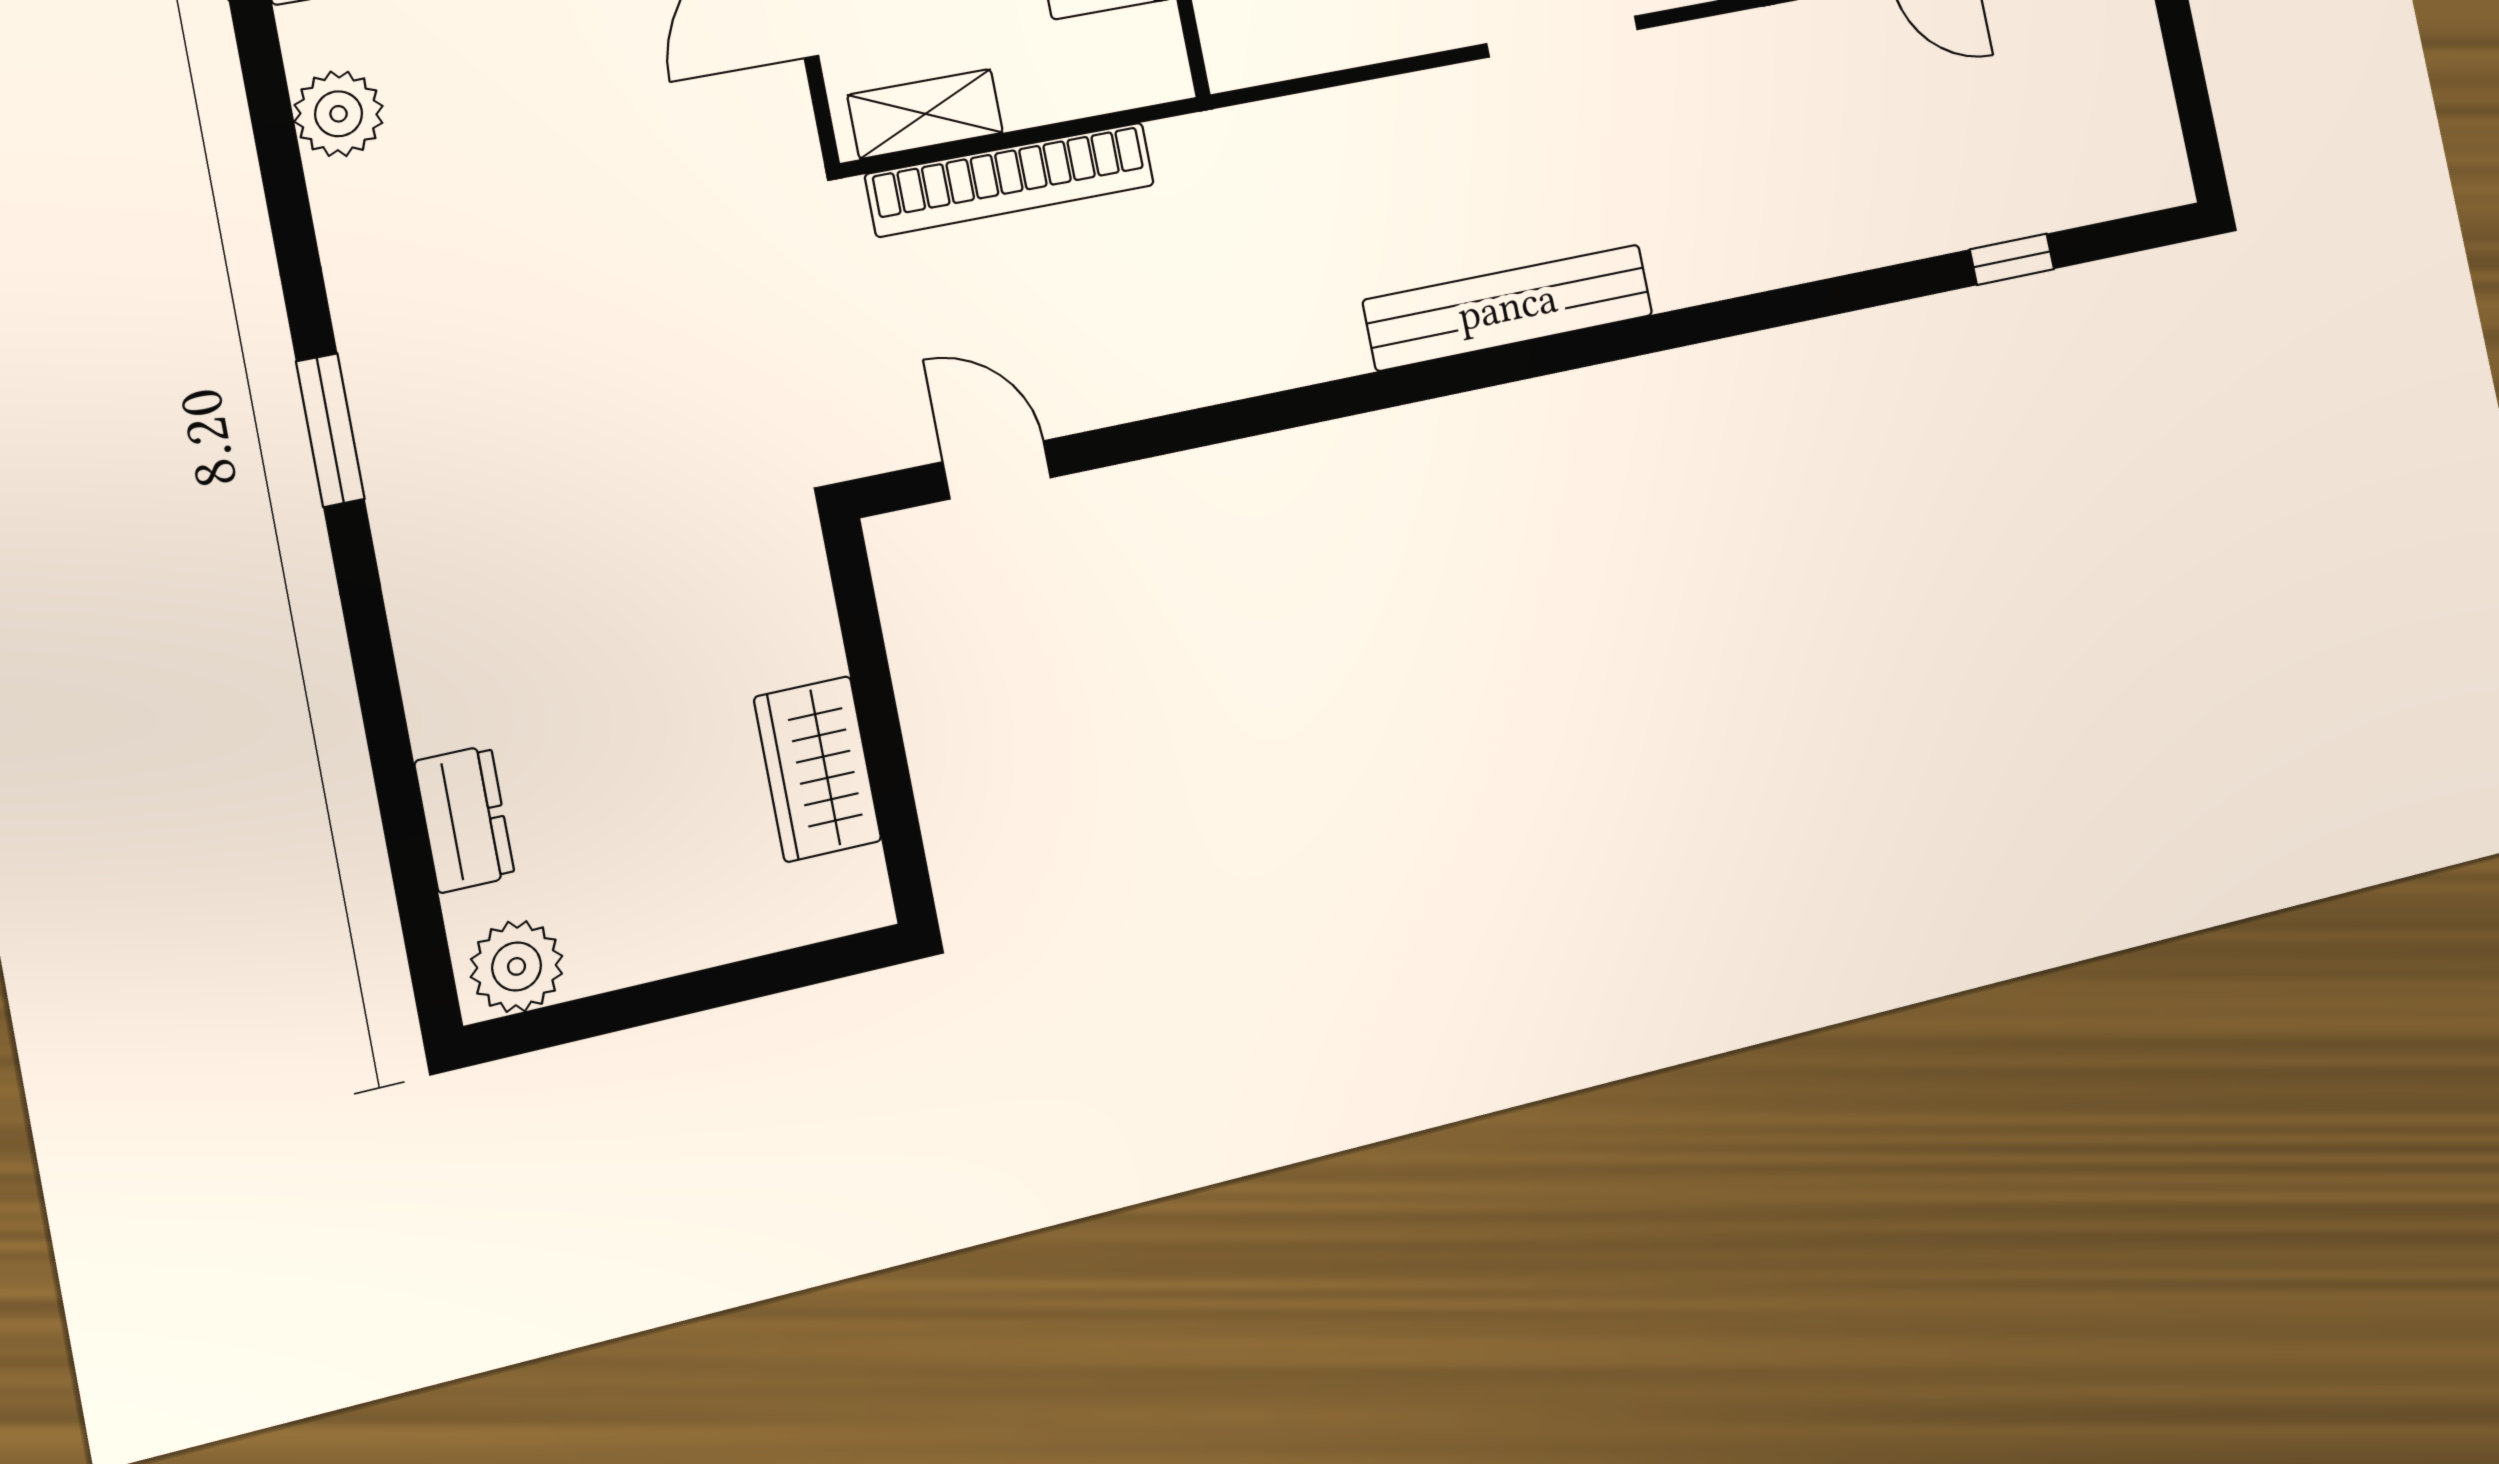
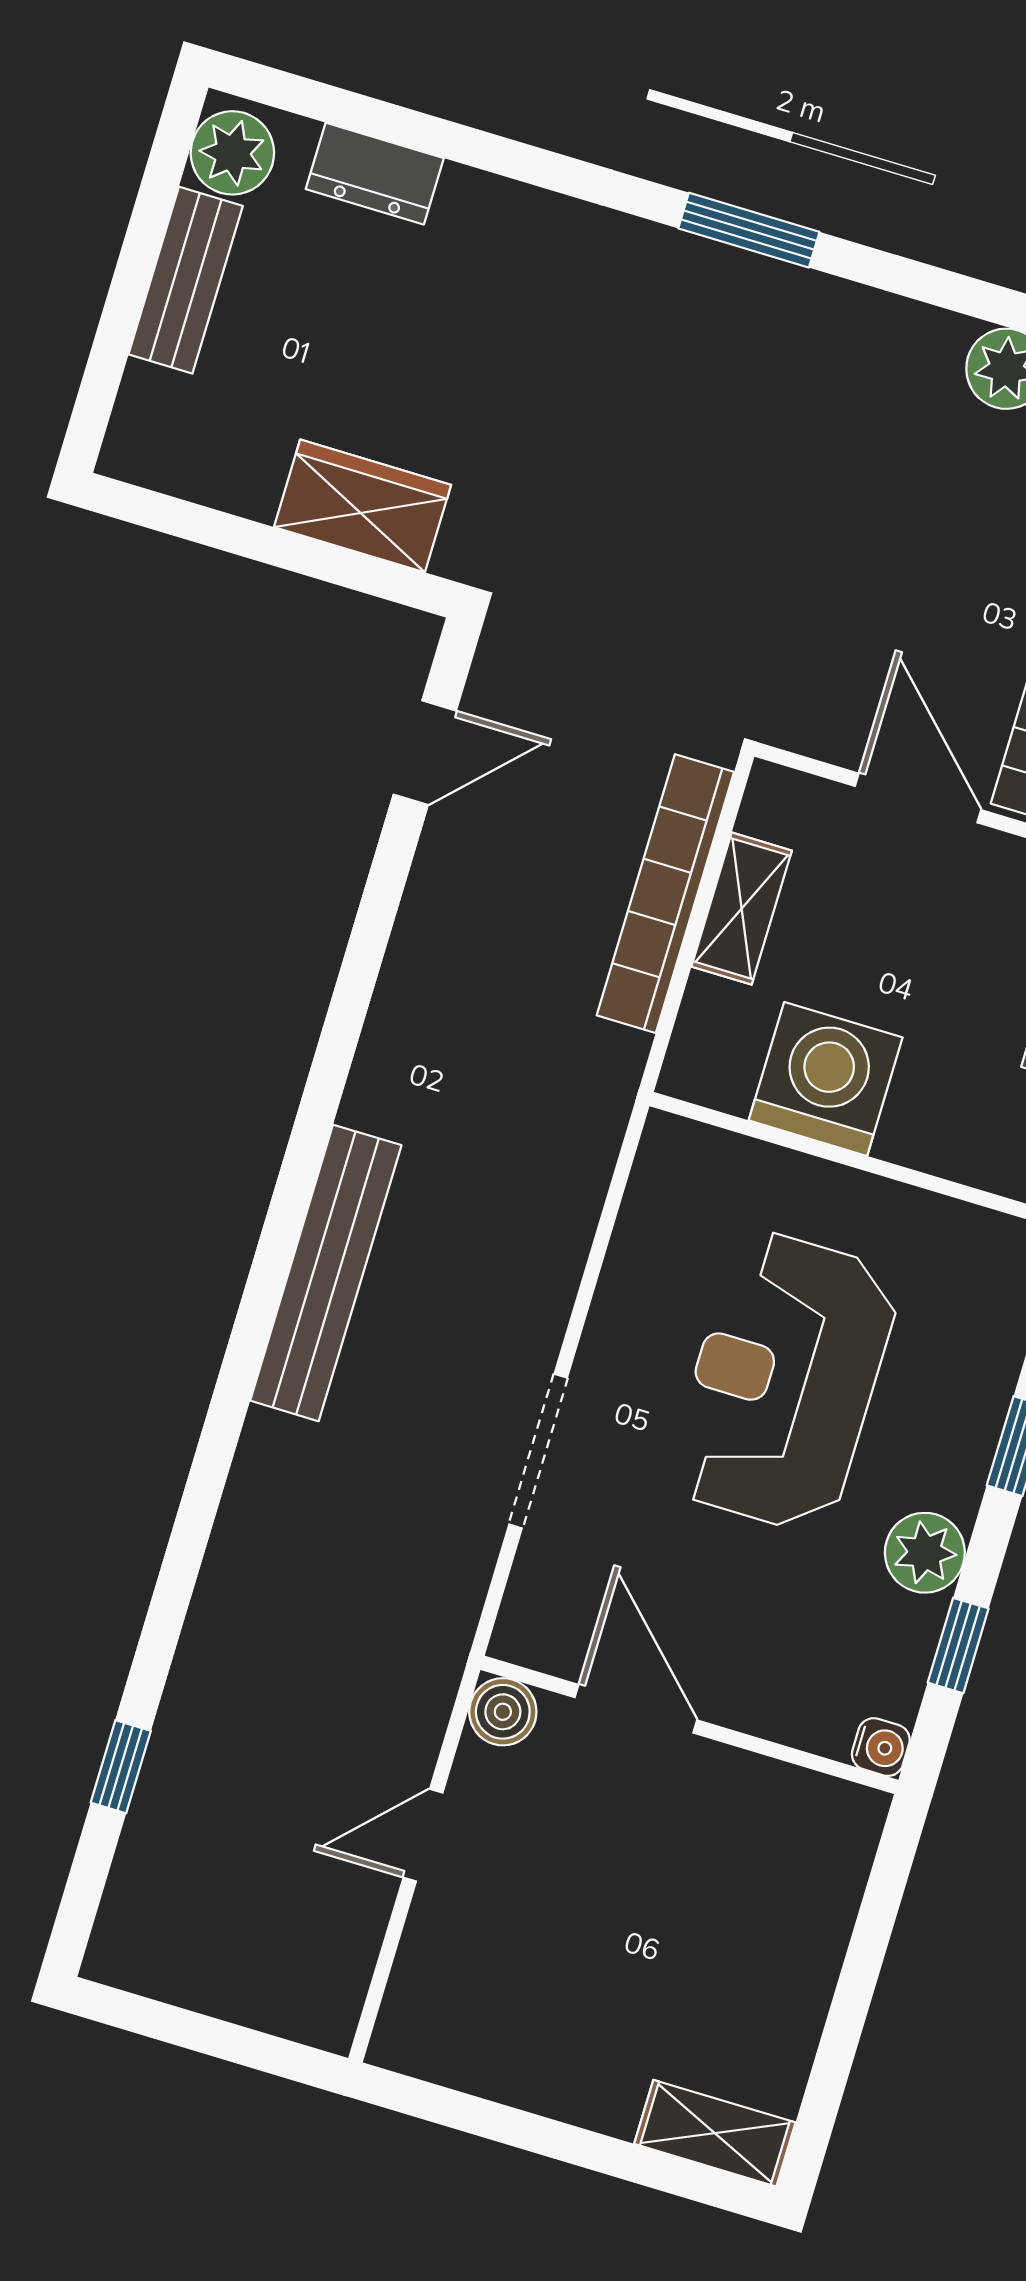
shelving: (925, 114) -> (742, 909), moved
wardrobe: (818, 769) -> (363, 506), moved
bench: (666, 941) -> (186, 280), added

